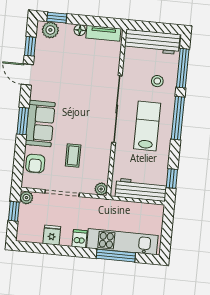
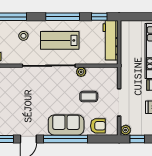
window: (178, 118) -> (63, 17), moved
window: (23, 121) -> (65, 139), width x2.11
plant: (101, 189) -> (81, 72), moved

